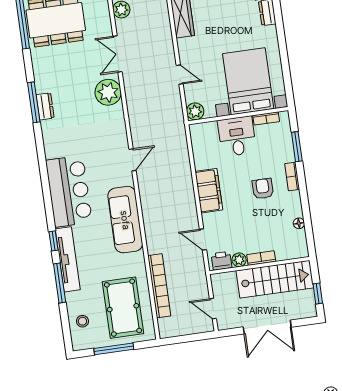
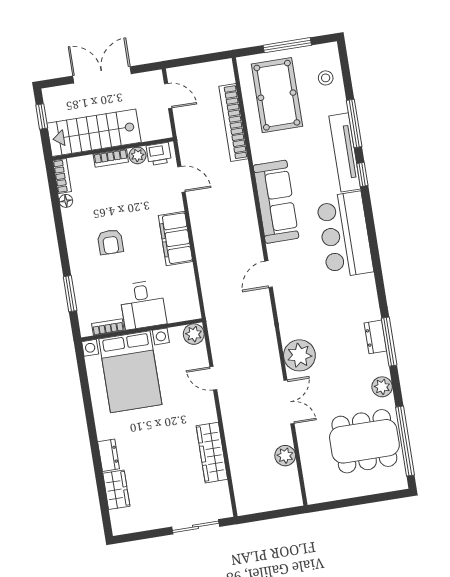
plant: (40, 65) -> (382, 387), added
bookcase: (292, 177) -> (62, 176), moved

